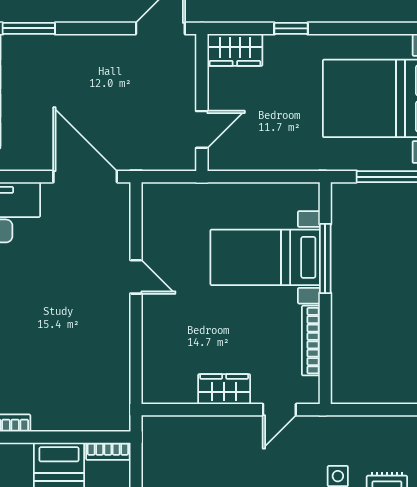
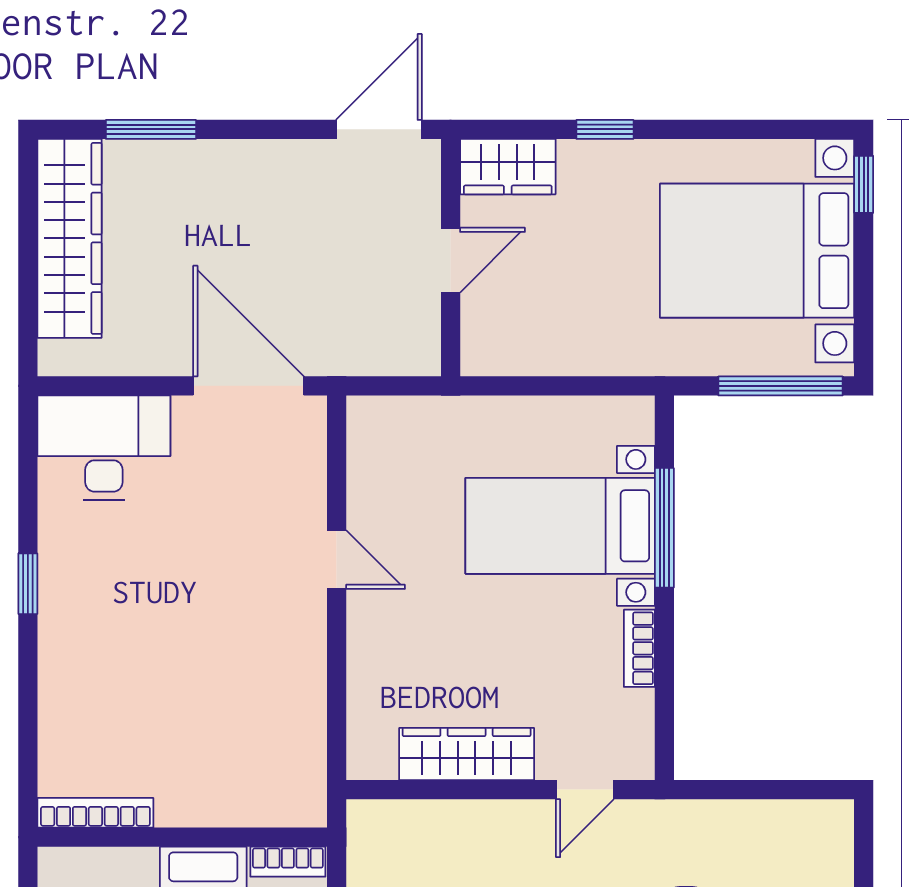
door: (202, 129) -> (451, 260), moved
bookcase: (311, 341) -> (639, 648), width x0.64
wardrobe: (224, 389) -> (467, 754), width x1.50

